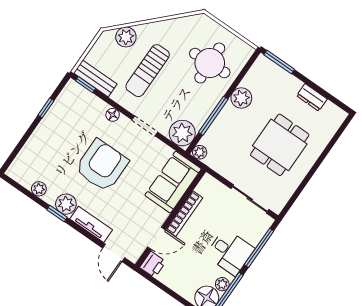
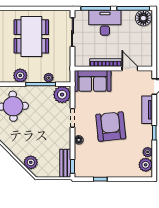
sun lounger: (148, 71) -> (41, 138), removed
dining table: (280, 145) -> (31, 36), width x1.38
plant: (200, 152) -> (49, 78), moved
armchair: (102, 165) -> (111, 126), turned 84
plant: (66, 204) -> (146, 165), moved
desk: (230, 252) -> (105, 23), width x1.37
printer: (153, 264) -> (146, 61), removed
plant: (222, 284) -> (130, 15), removed

